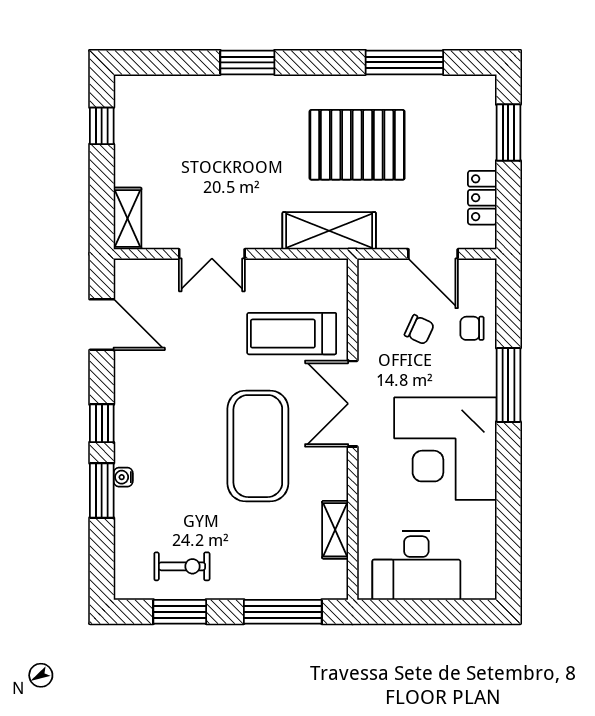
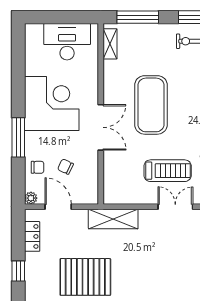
window: (508, 133) -> (18, 271), width x0.67
pallet: (357, 145) -> (85, 277), moved
plant: (485, 270) -> (31, 198), added
treadmill: (292, 334) -> (168, 171), moved
shelving: (335, 530) -> (110, 44), moved

